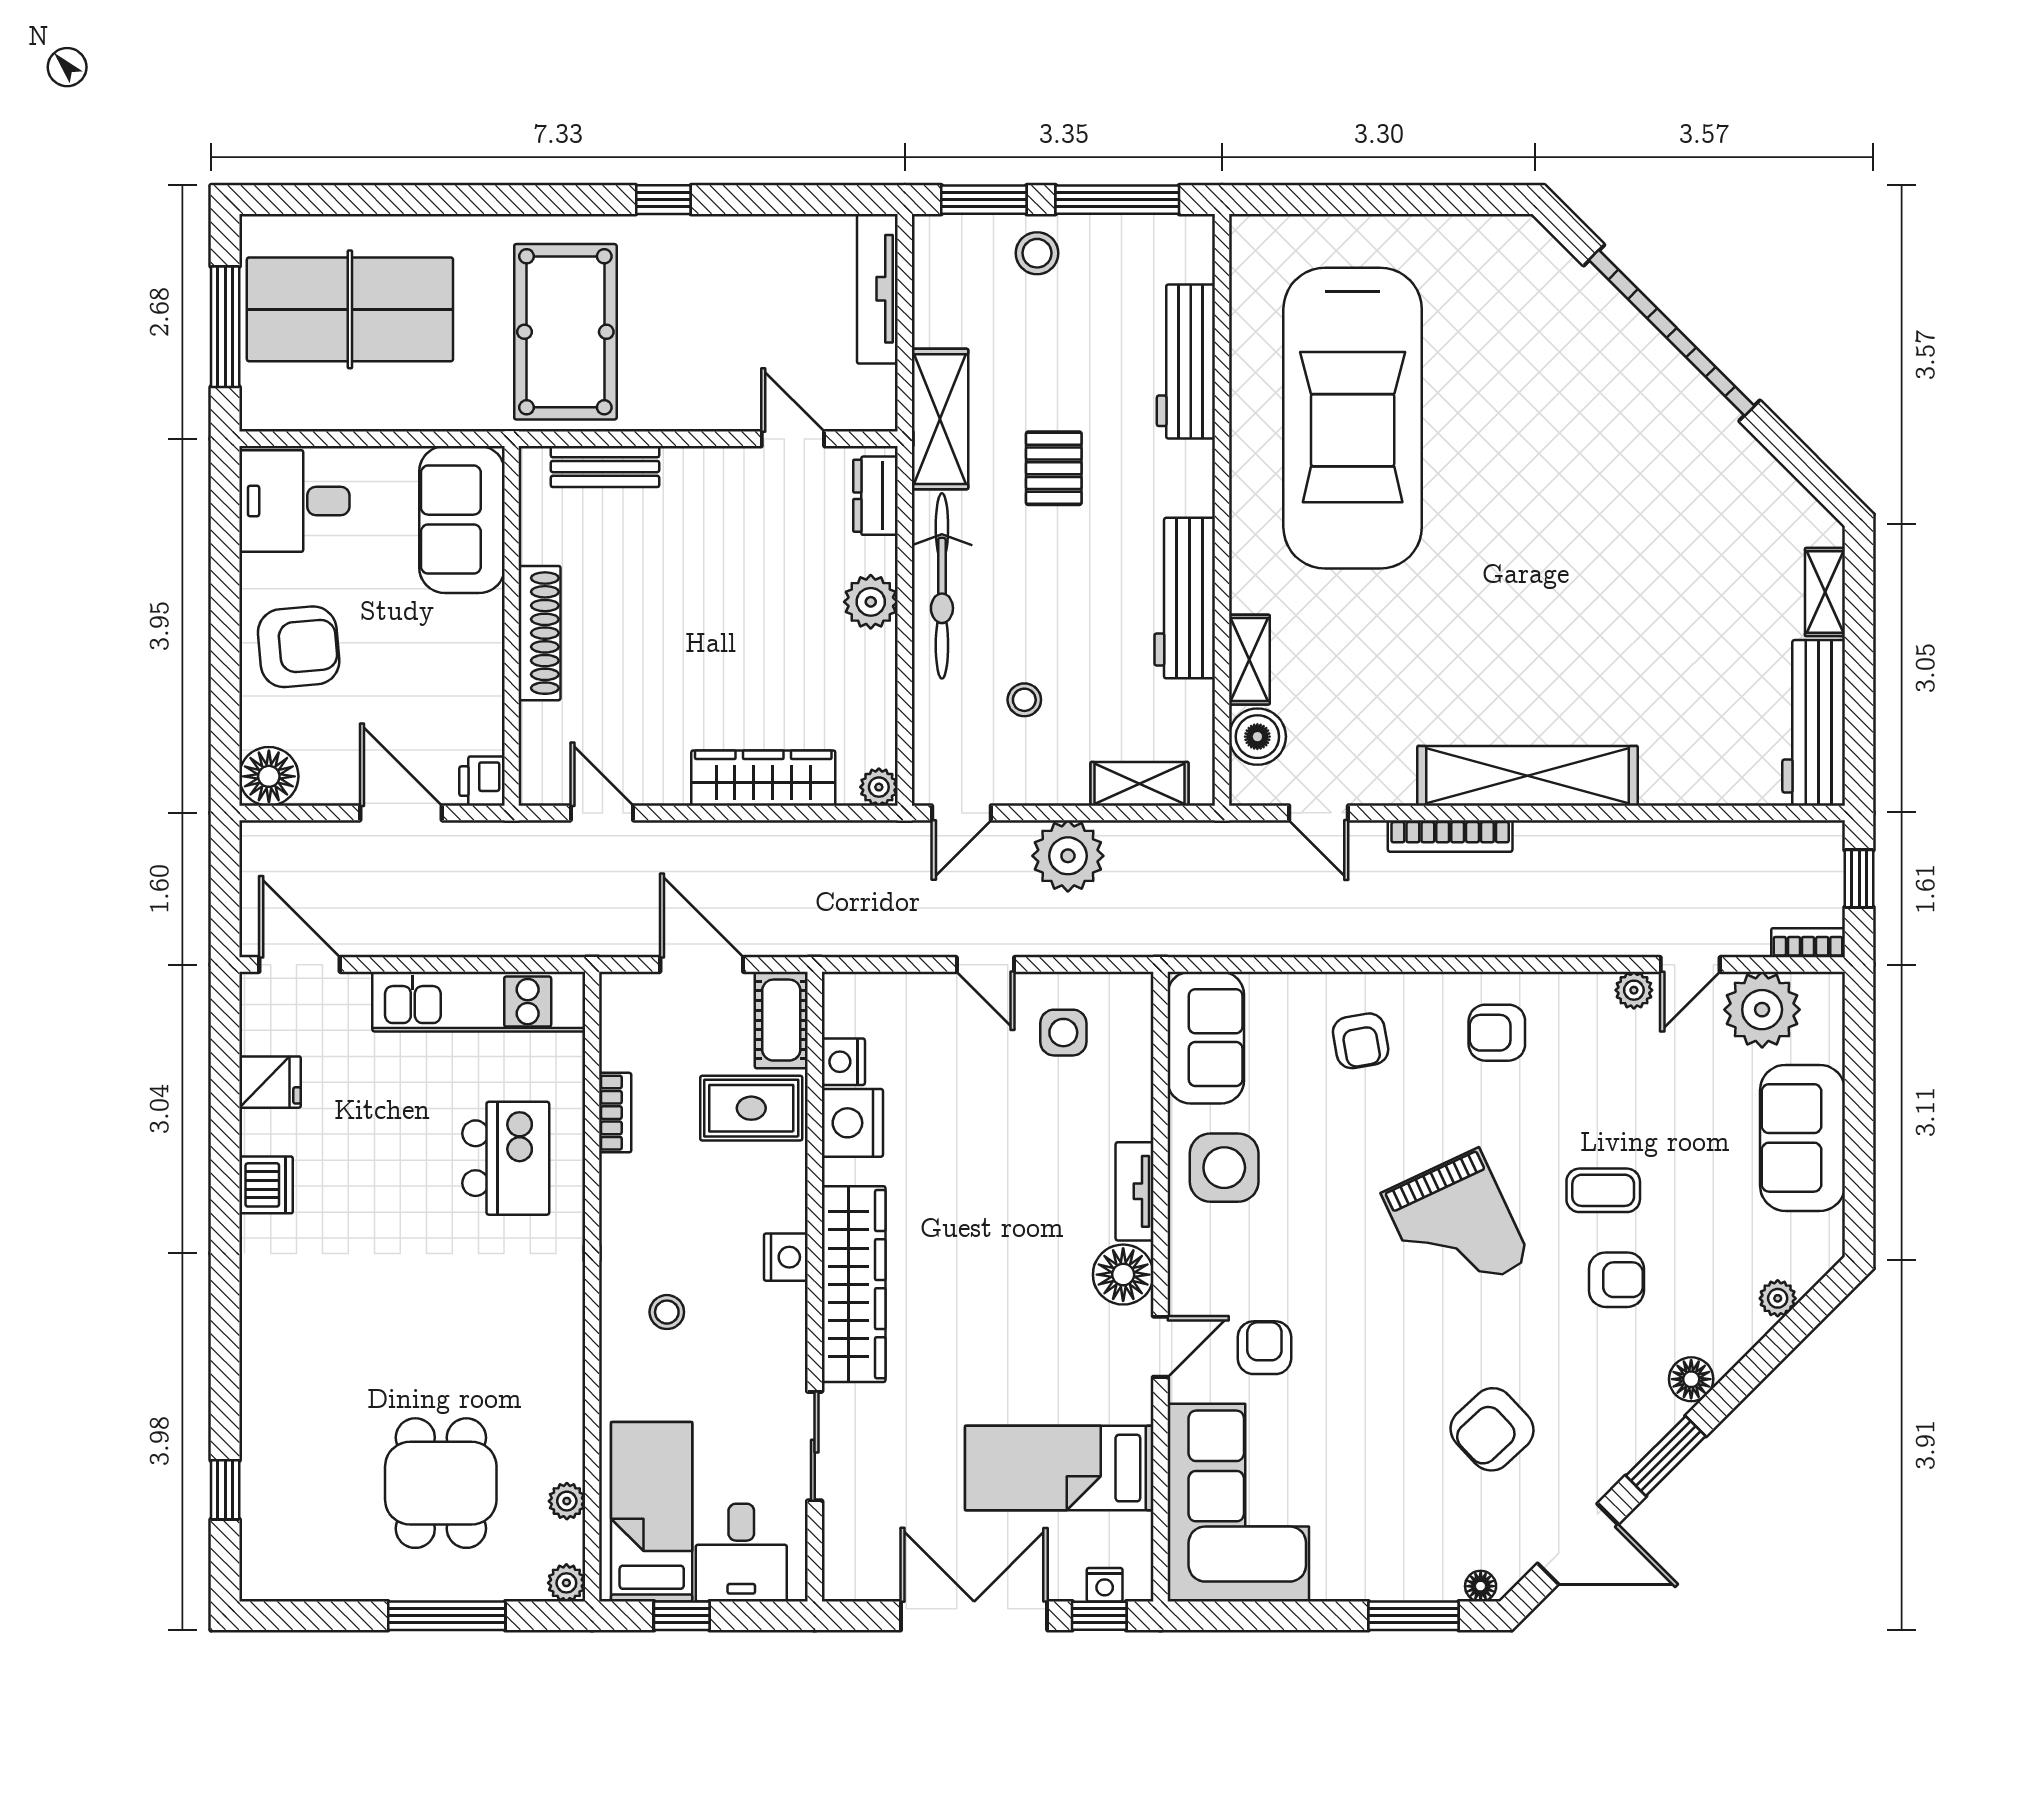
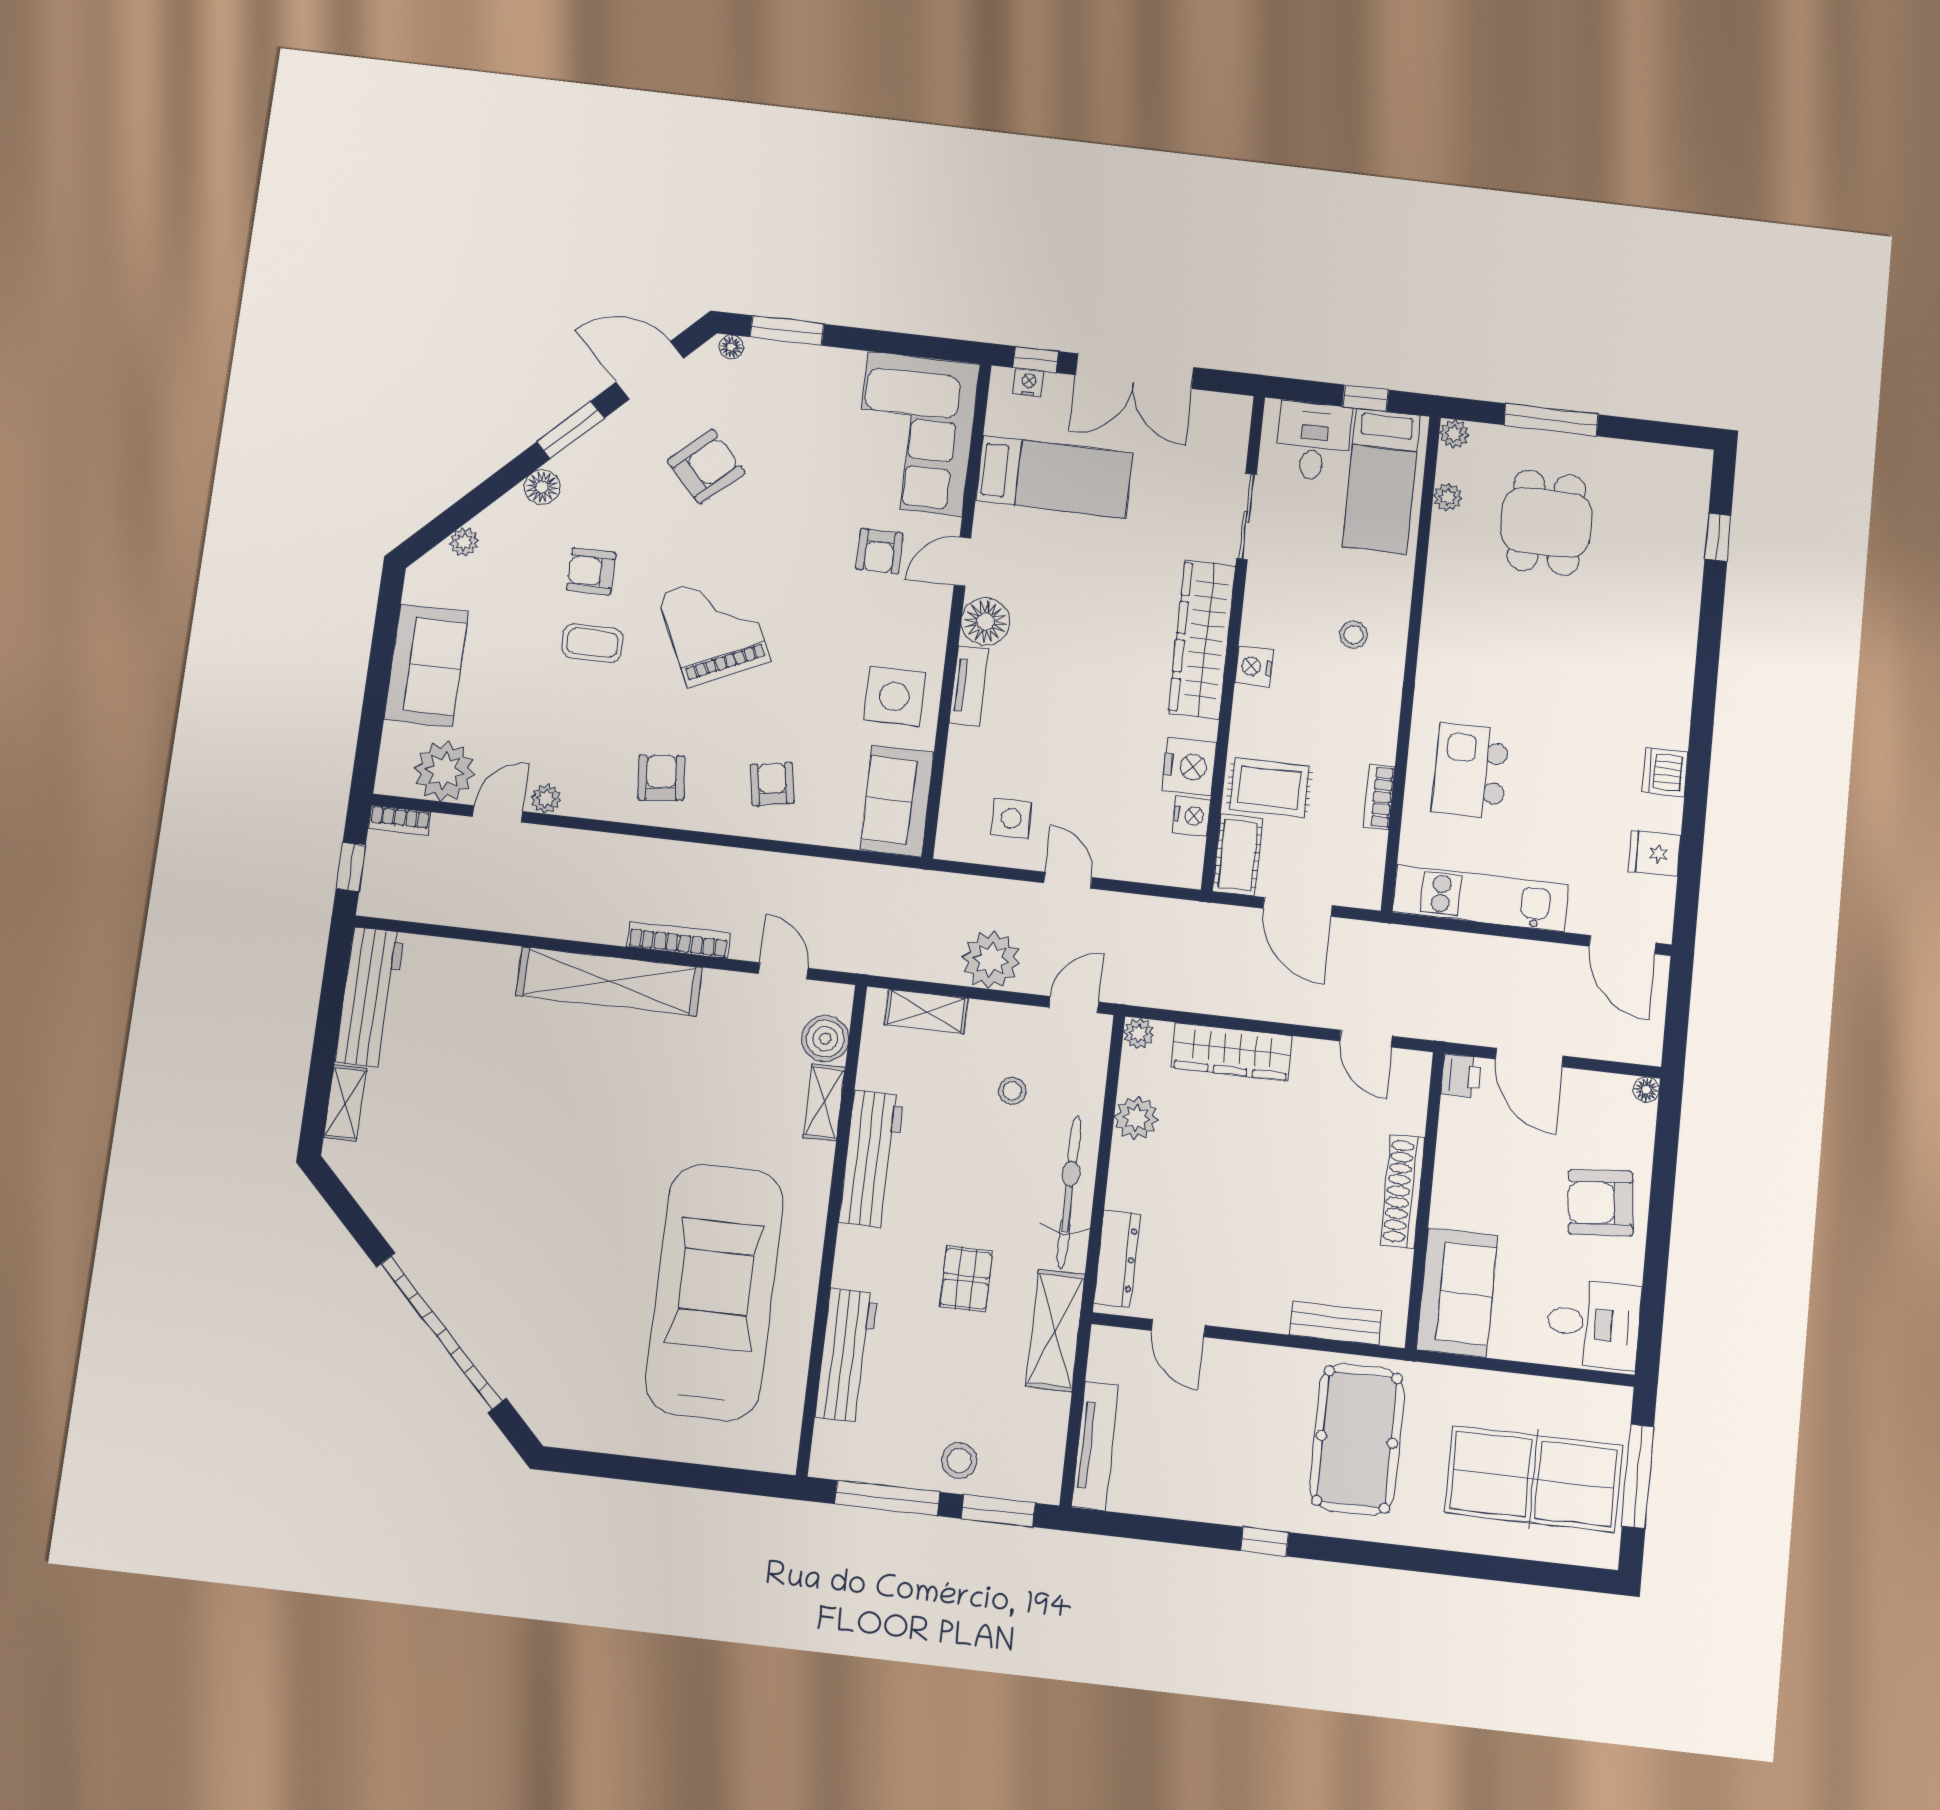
dresser: (875, 496) -> (1117, 1259), width x1.44
plant: (871, 602) -> (1136, 1118), moved
floor lamp: (269, 776) -> (1646, 1090), width x0.53, depth x0.53
armchair: (1497, 1033) -> (661, 778), turned -96

